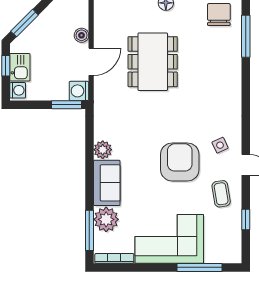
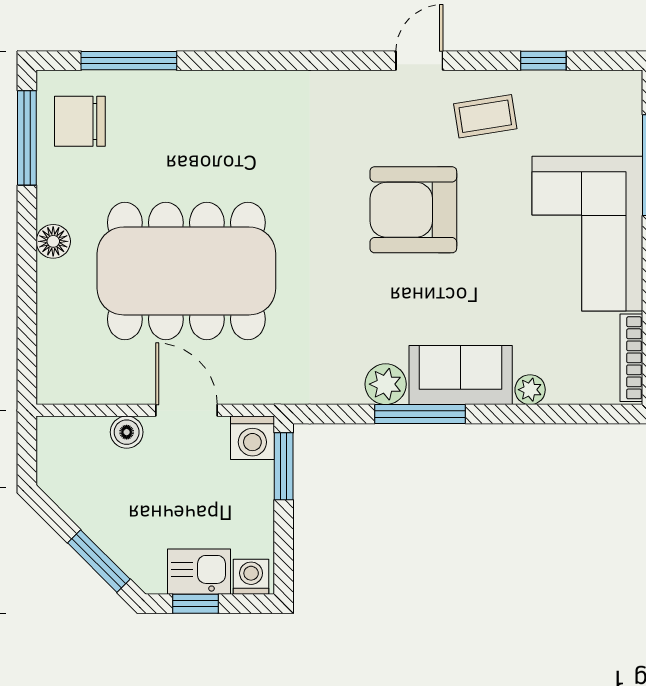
dining table: (153, 62) -> (186, 271), width x1.36, depth x1.24
side table: (220, 145) -> (375, 119), removed
plant: (106, 219) -> (530, 390), width x0.53, depth x0.53
window: (89, 230) -> (420, 414), moved

